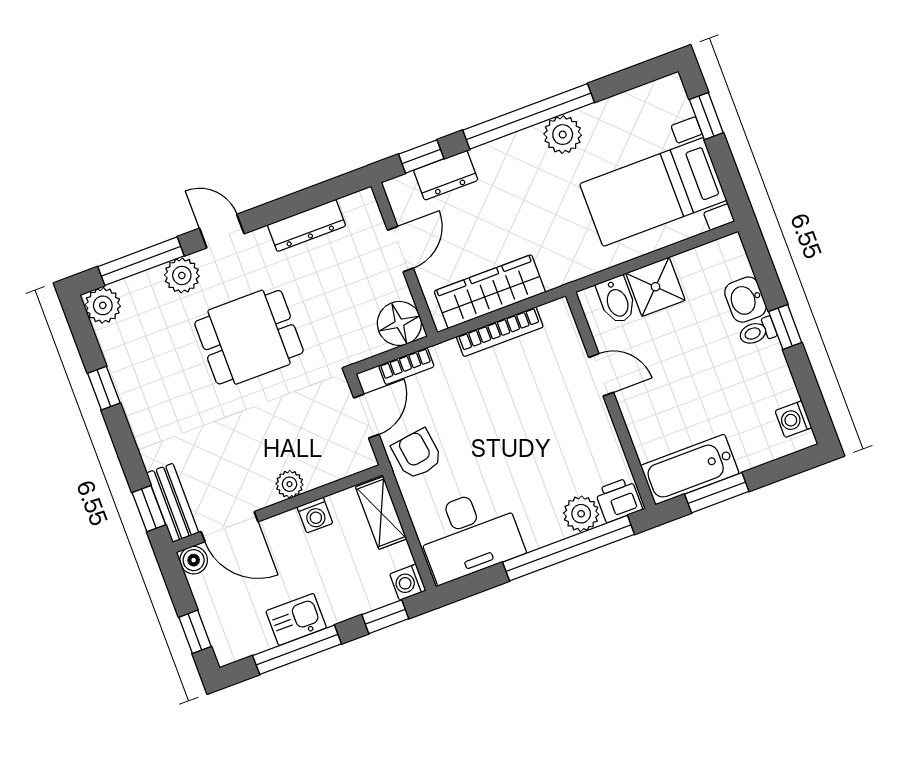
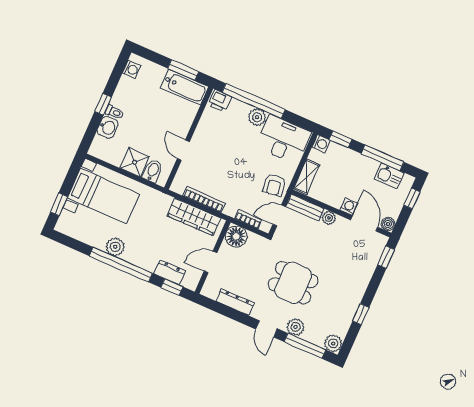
bench: (173, 503) -> (305, 208), moved, turned 90
plant: (581, 514) -> (257, 117), moved
washing machine: (315, 515) -> (349, 207), moved
kitchen sink: (296, 619) -> (389, 176), moved

